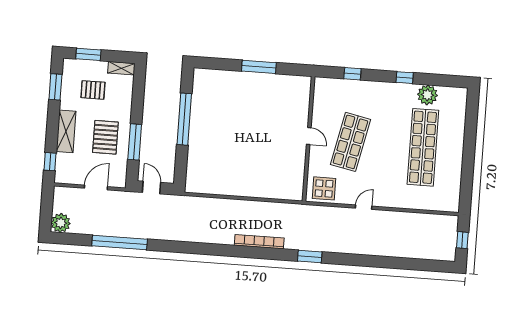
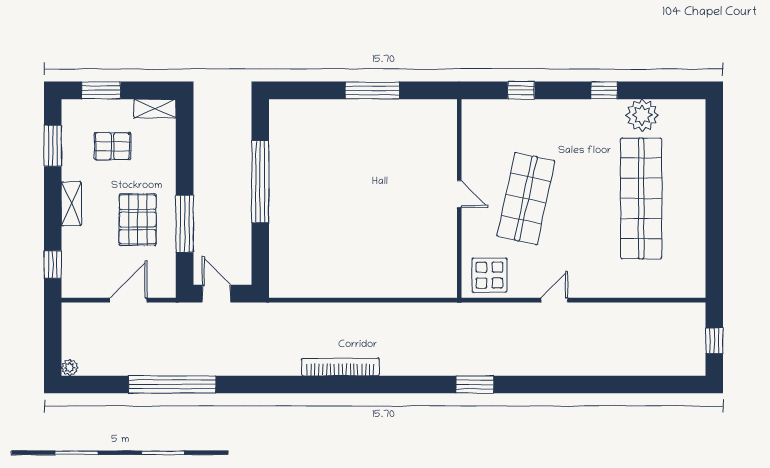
shelving: (66, 131) -> (71, 204), width x0.67, depth x0.75
plant: (61, 223) -> (70, 368), width x0.53, depth x0.53
bookcase: (259, 242) -> (340, 367), moved

